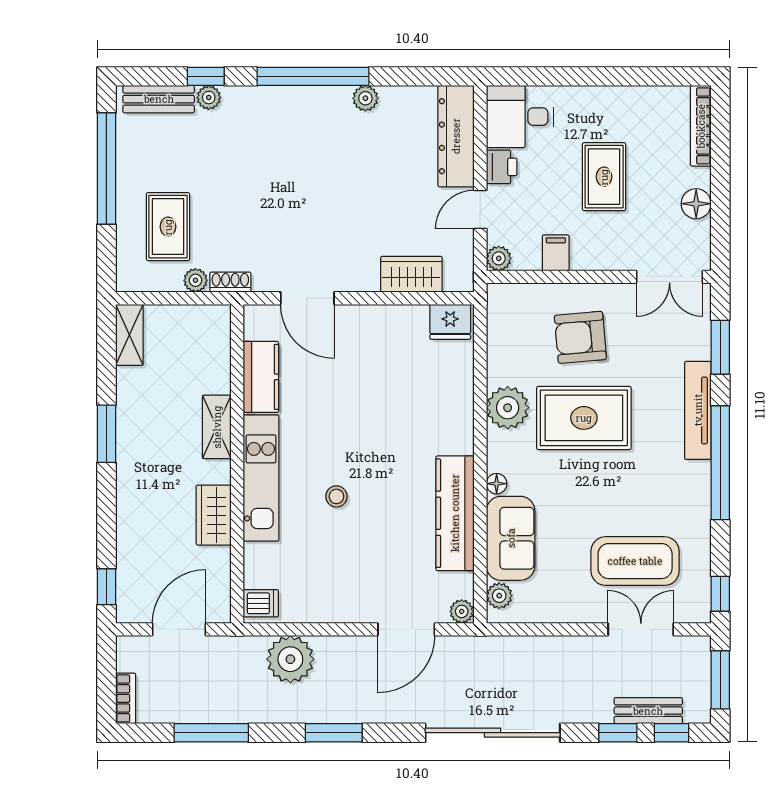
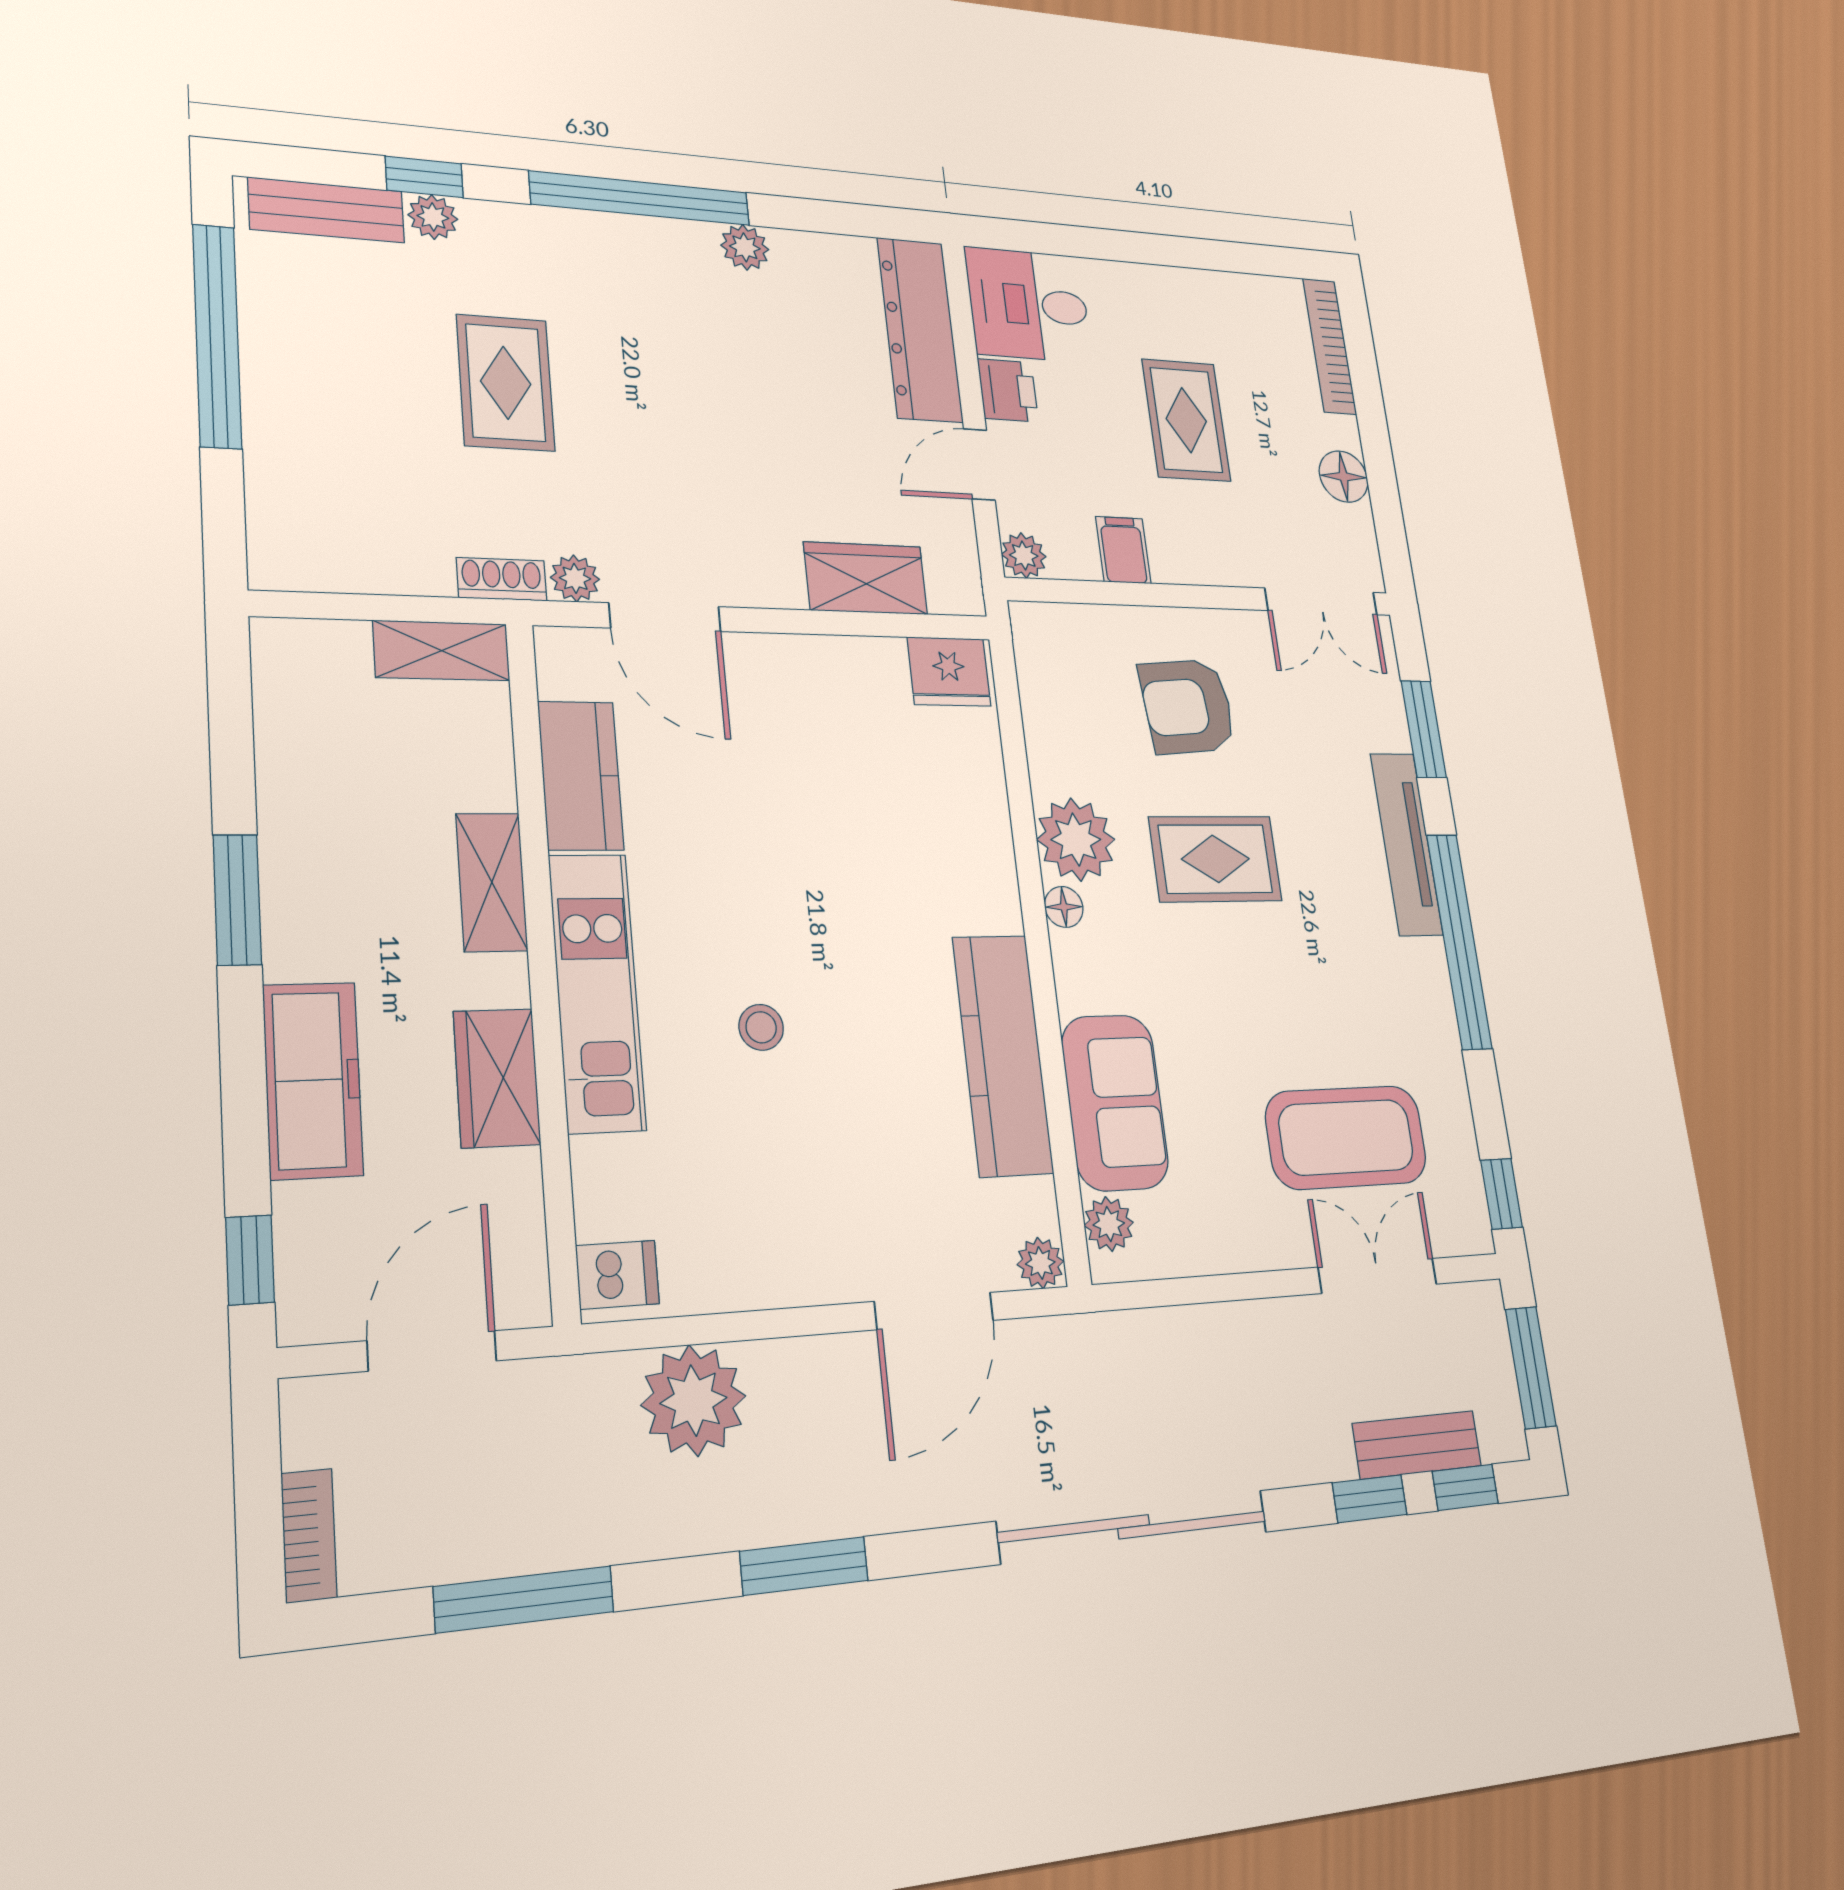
rug: (168, 227) -> (506, 383), moved
plant: (195, 280) -> (575, 578), moved
shelving: (129, 335) -> (442, 651), moved, turned 90
rug: (584, 418) -> (1215, 859), width x0.73, depth x0.70
floor lamp: (497, 484) -> (1064, 907), moved
freezer: (135, 513) -> (313, 1080), added

